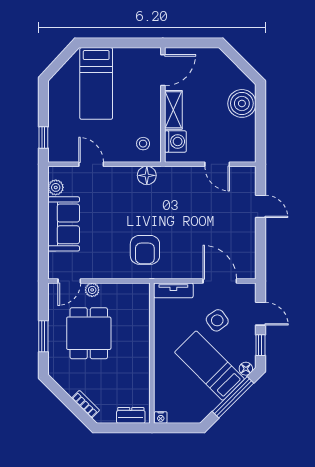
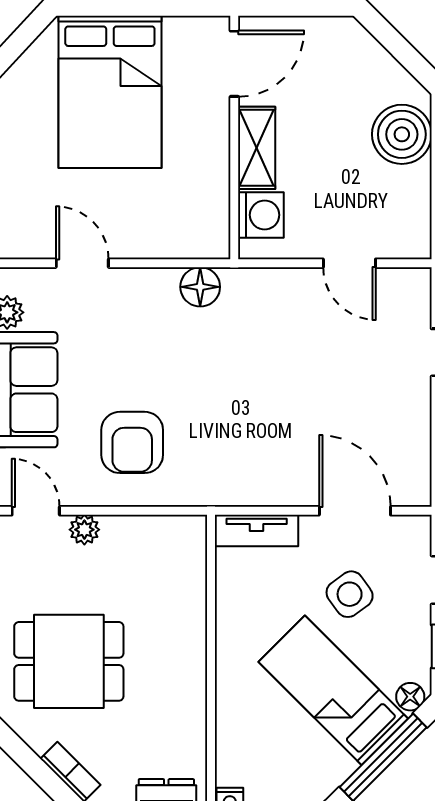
bed: (96, 83) -> (110, 92), width x1.50
stool: (143, 144) -> (192, 219), removed
armchair: (145, 250) -> (132, 442), moved
door: (69, 281) -> (36, 511), swing flipped
dining table: (89, 333) -> (69, 661), moved, turned 90

